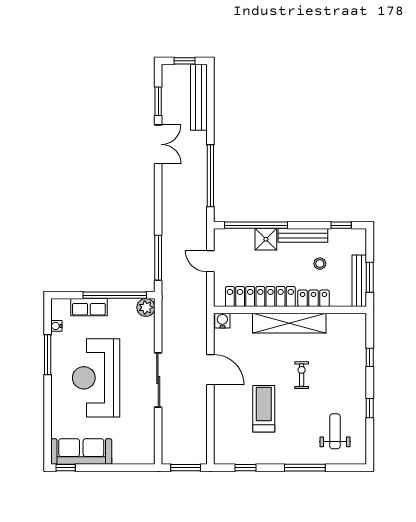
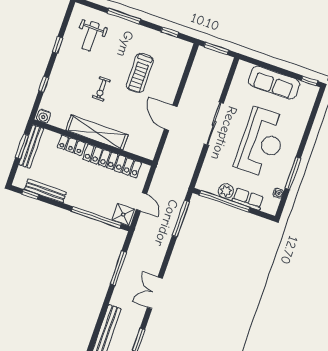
double door: (158, 144) -> (155, 293), moved
window: (210, 176) -> (118, 268), width x0.68
bench: (303, 235) -> (45, 191), moved
shower: (266, 239) -> (123, 215), moved
stool: (320, 264) -> (57, 170), removed
plant: (146, 307) -> (226, 191), moved
water cooler: (222, 321) -> (44, 116), moved
sofa: (81, 451) -> (274, 83), moved

